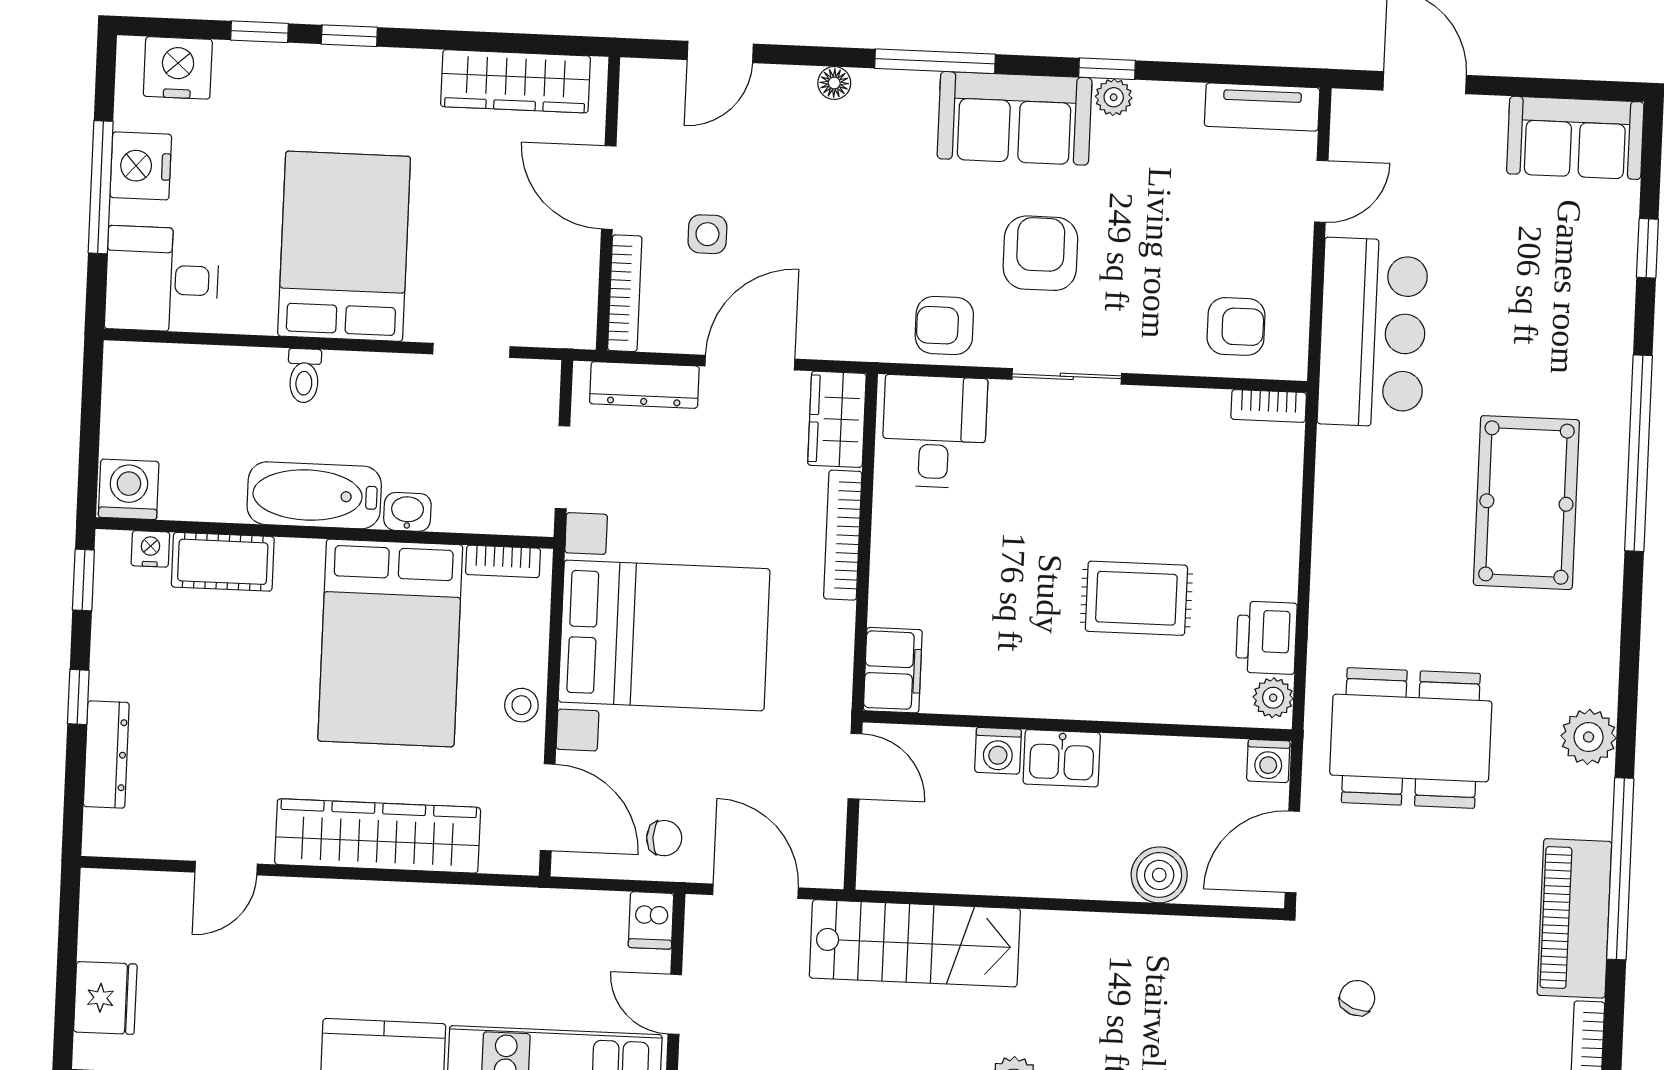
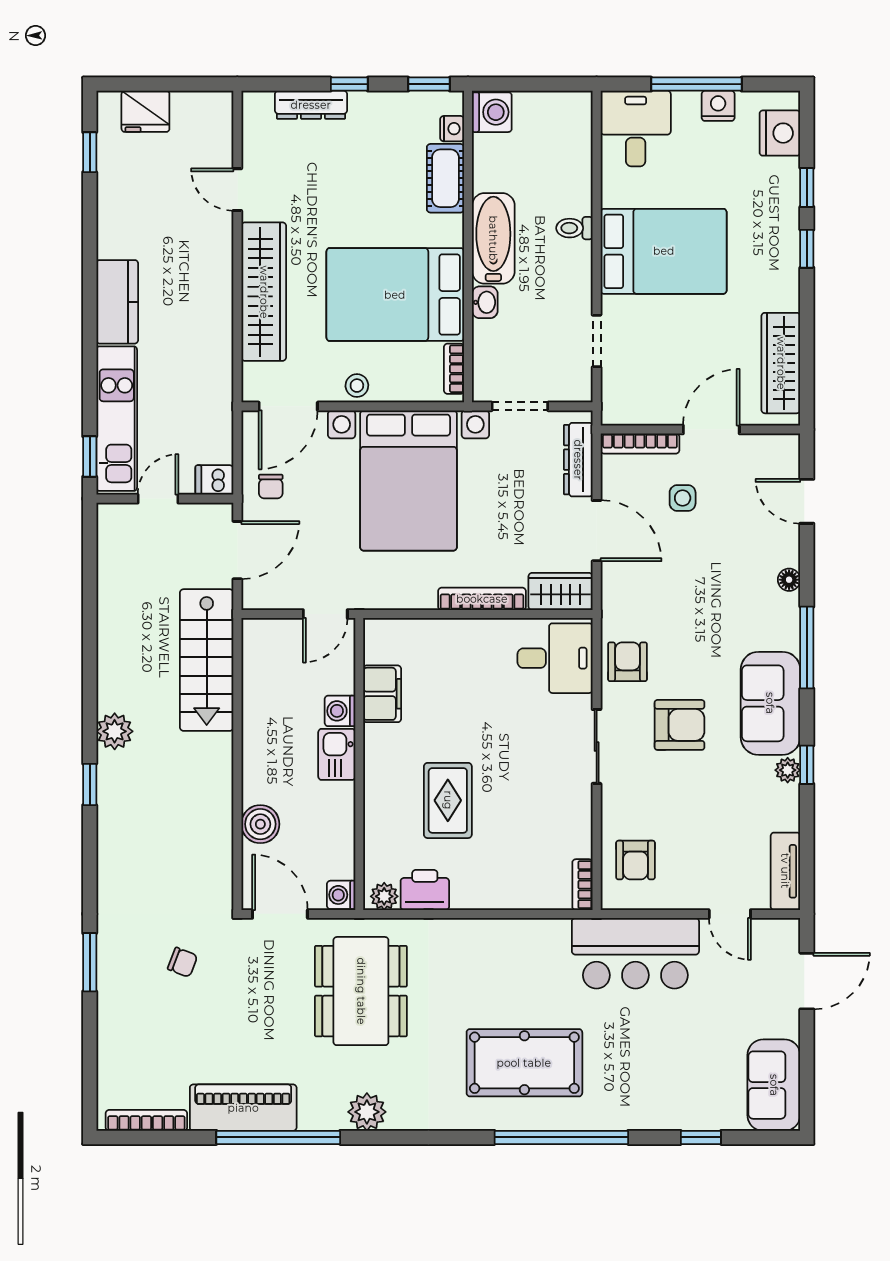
nightstand: (141, 166) -> (718, 106), width x0.74, depth x0.75
filing cabinet: (893, 670) -> (382, 694), moved, turned -90

